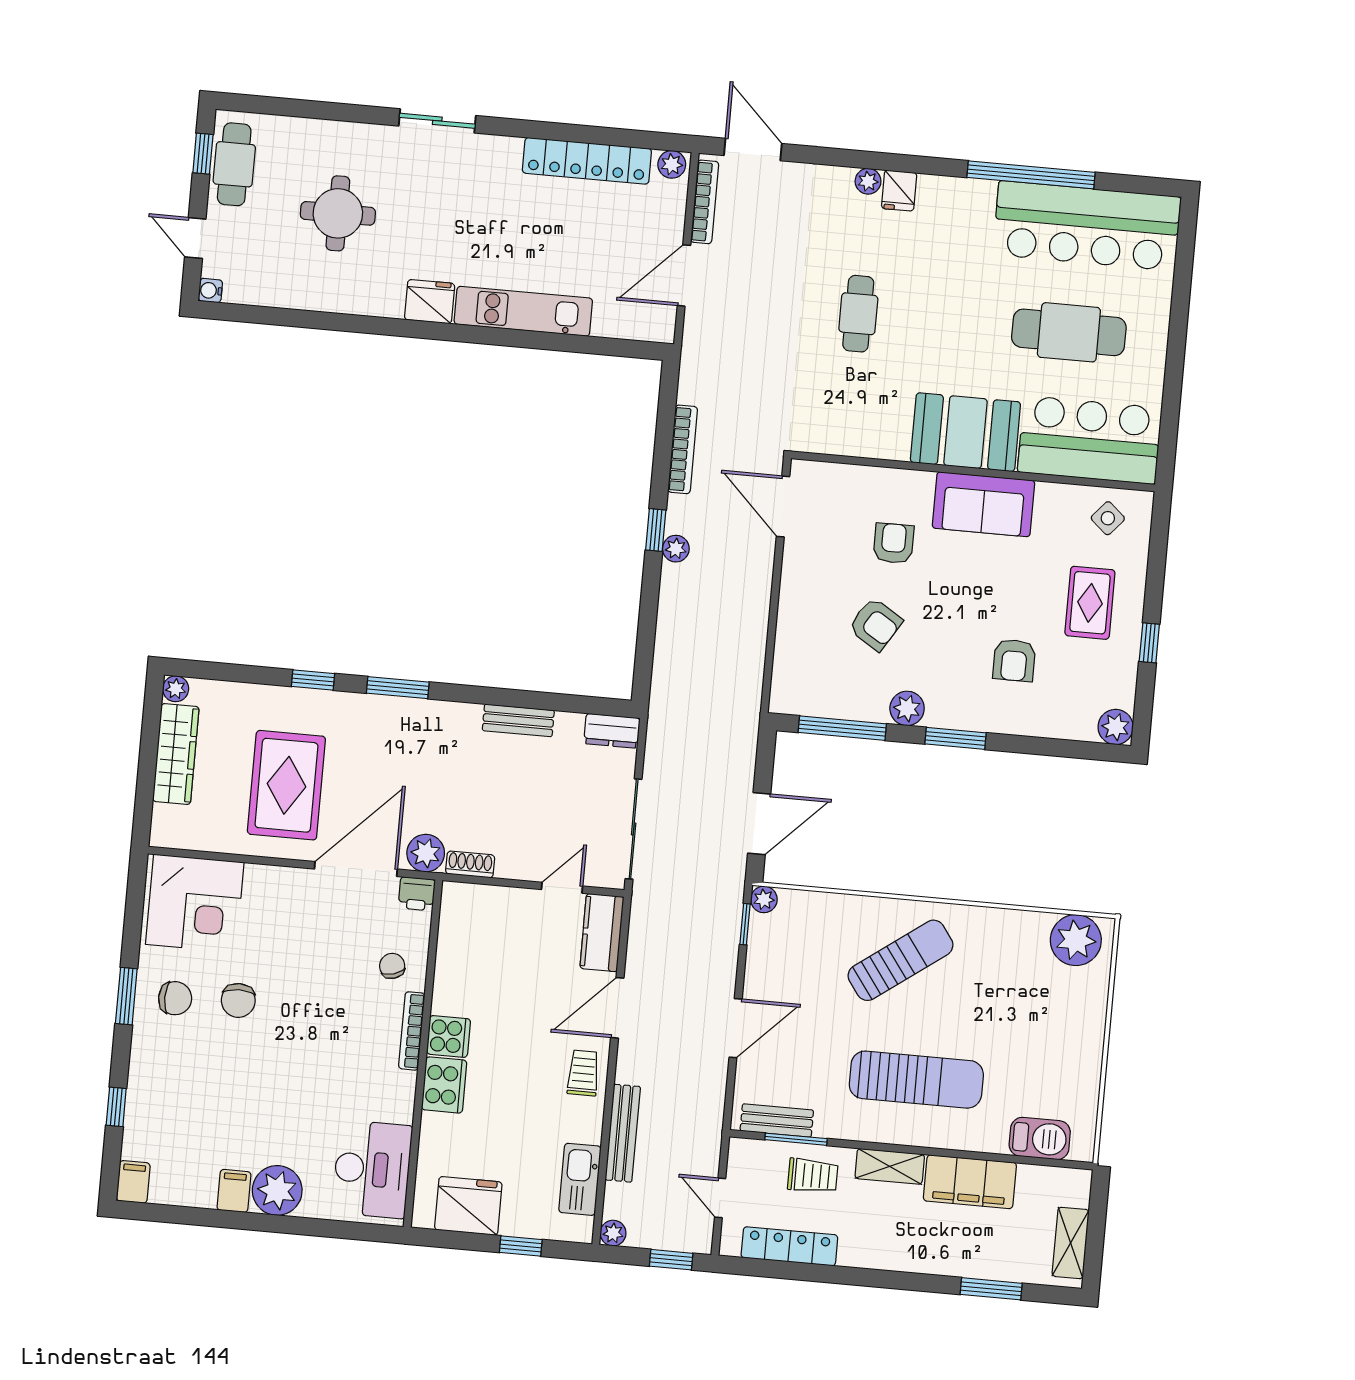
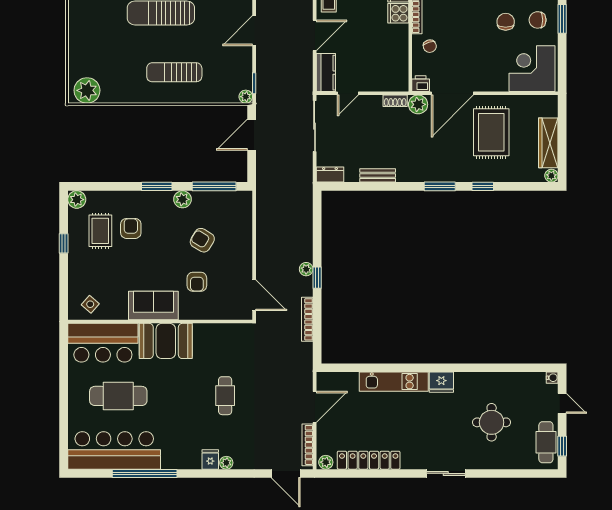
rug: (1090, 603) -> (100, 231), moved
sun lounger: (901, 960) -> (174, 72), turned 36

